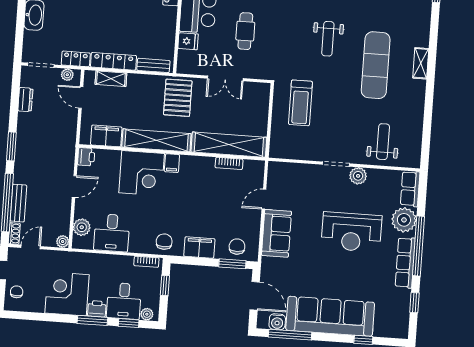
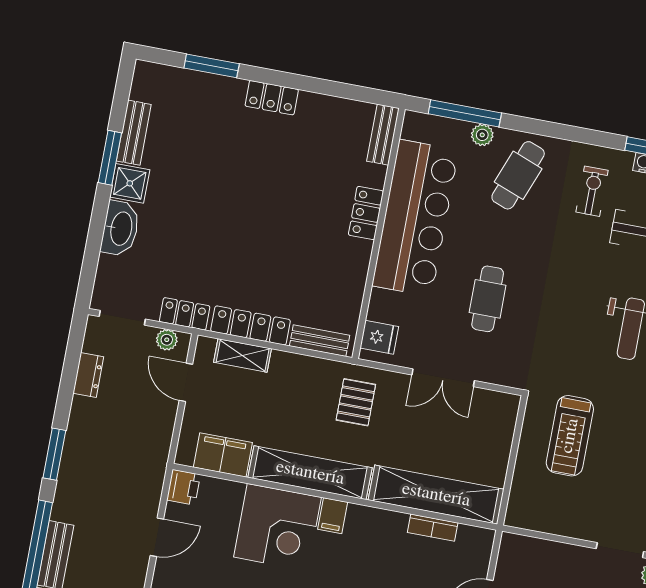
fridge: (188, 41) -> (379, 337), moved
pallet: (178, 98) -> (356, 402), width x0.67, depth x0.71

